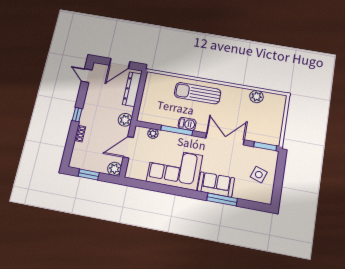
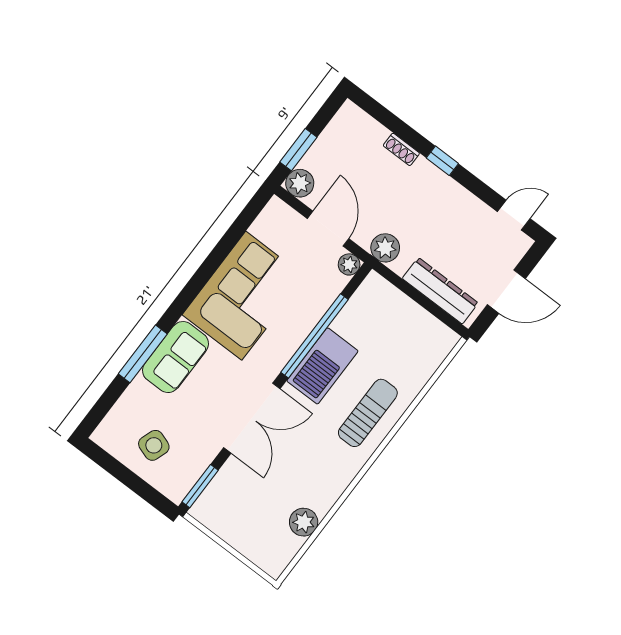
door: (120, 63) -> (506, 292), swing flipped
sun lounger: (198, 93) -> (368, 413), width x0.73, depth x0.75
barbecue: (187, 124) -> (322, 366), width x1.88, depth x1.53
window: (177, 130) -> (315, 336), width x1.46
plant: (153, 134) -> (349, 264), moved
window: (89, 174) -> (298, 150), moved

